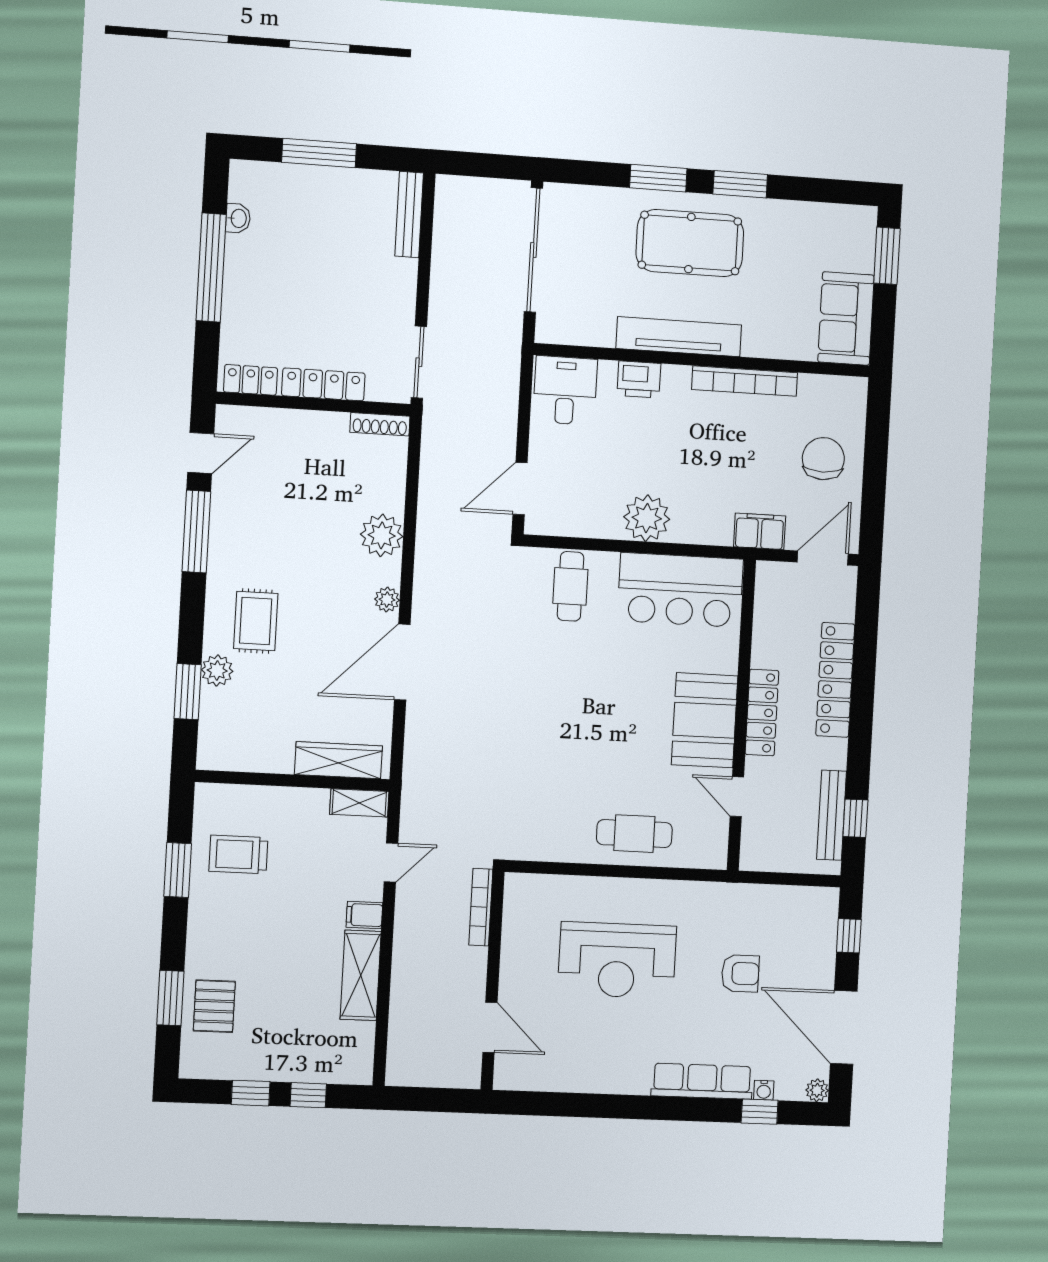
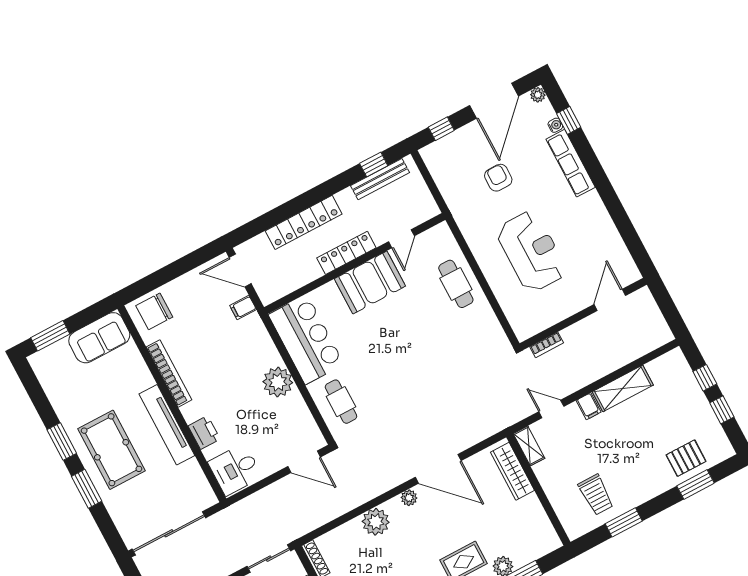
chair: (823, 459) -> (154, 311), moved
filing cabinet: (760, 531) -> (243, 308), width x0.50
cafe table: (570, 586) -> (341, 402), turned 90
bookcase: (481, 907) -> (547, 345), width x0.64

